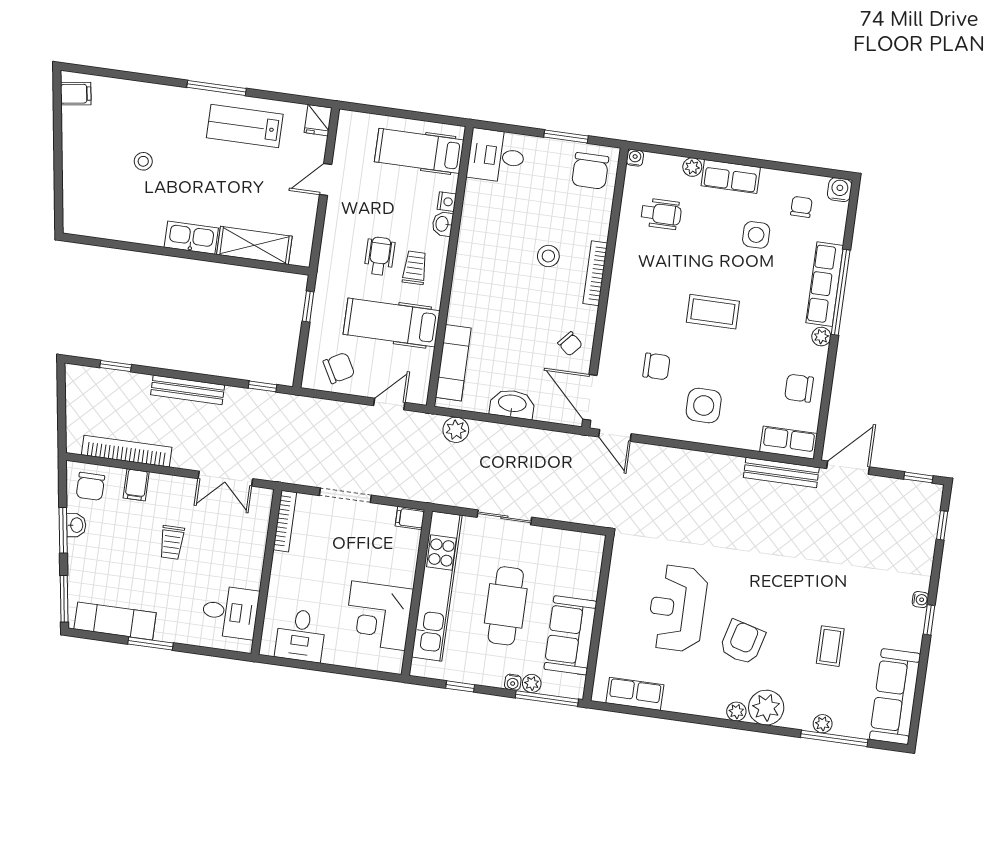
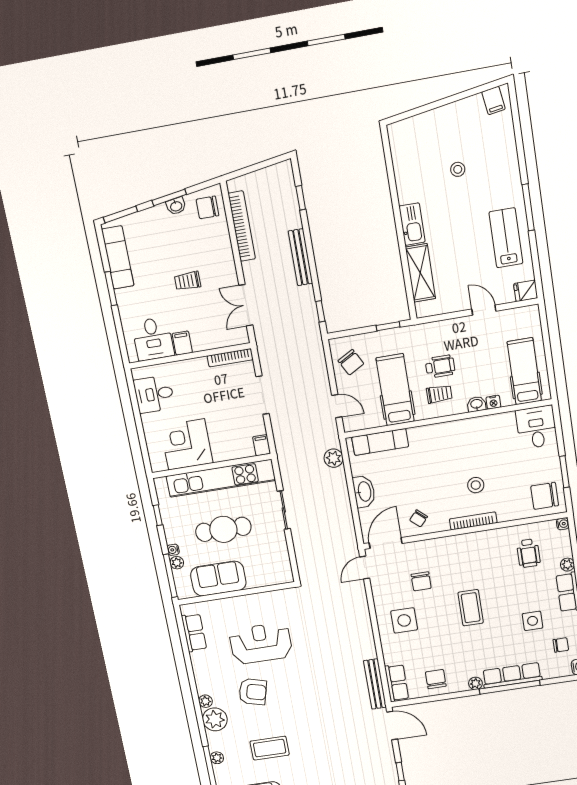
filing cabinet: (136, 485) -> (182, 343), moved, turned 90
coffee table: (830, 646) -> (270, 748), width x1.36, depth x1.30

